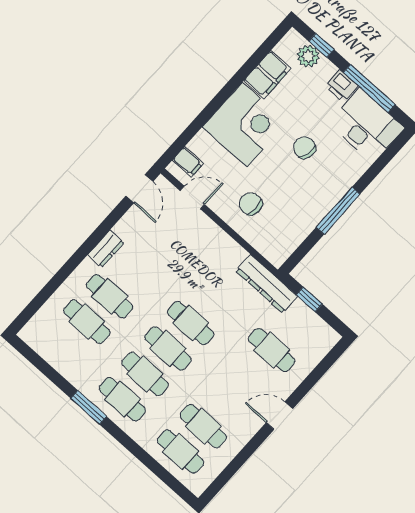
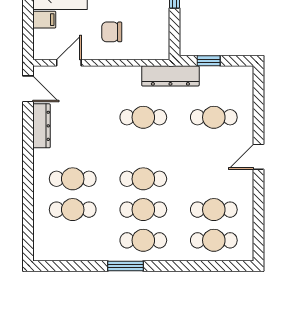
filing cabinet: (188, 162) -> (44, 20), moved
dresser: (106, 249) -> (42, 126), moved, width x1.44
cafe table: (191, 323) -> (143, 117), moved

